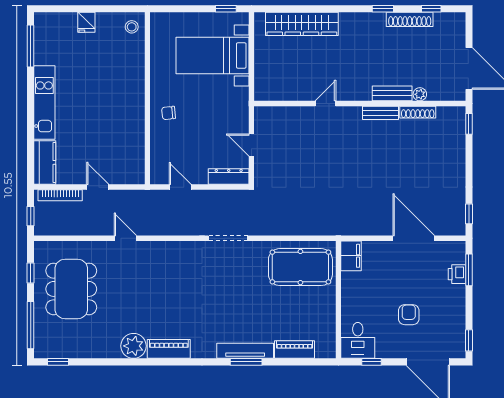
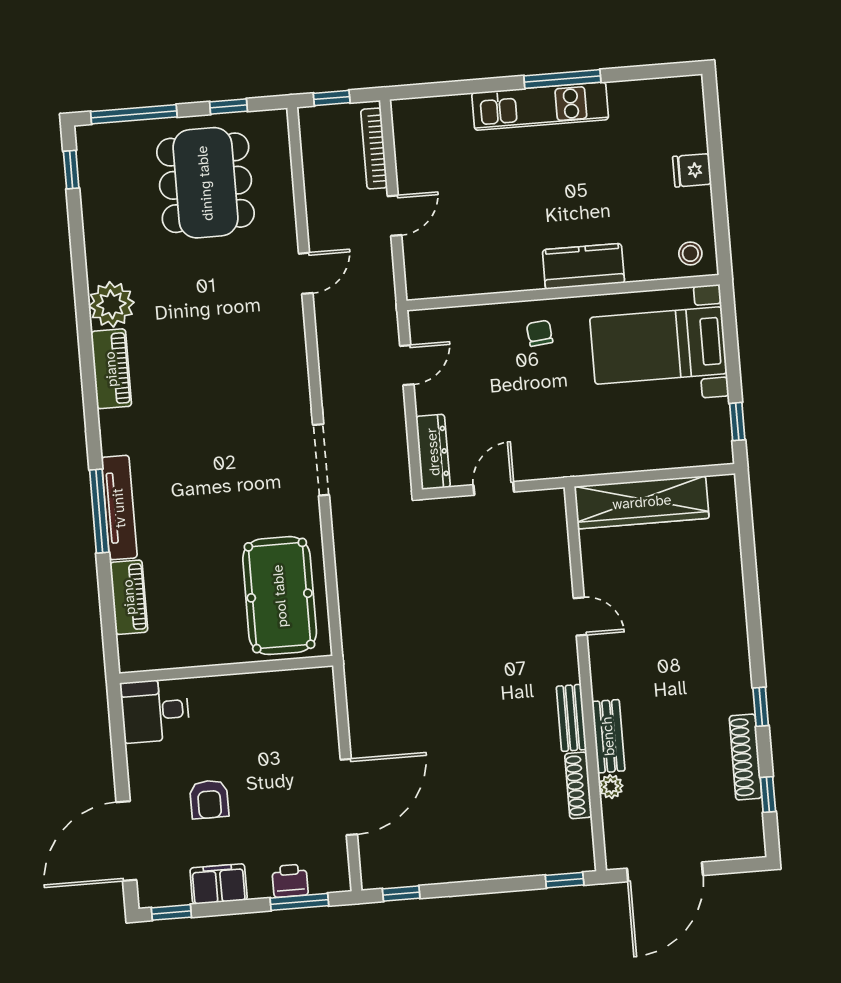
wardrobe: (302, 24) -> (642, 502), moved, turned -90
window: (31, 46) -> (562, 79), moved
bed with nightstands: (213, 55) -> (658, 346), moved, turned -90
kitchen counter: (45, 162) -> (583, 266), moved, turned 180
filing cabinet: (351, 256) -> (219, 884), moved, turned 180
dining table: (71, 289) -> (205, 183), turned 90
armchair: (409, 315) -> (209, 799), turned 90
window: (246, 362) -> (99, 511), width x1.44
window: (371, 362) -> (118, 739), removed

